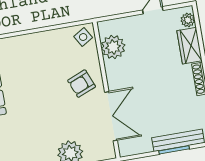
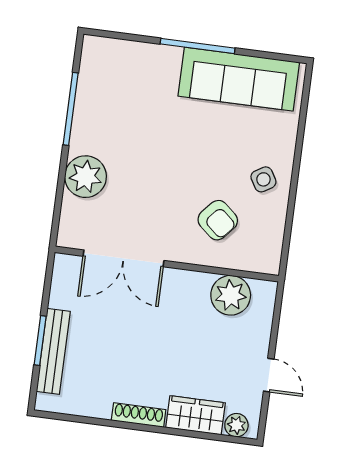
side table: (83, 37) -> (263, 179), moved
armchair: (82, 84) -> (218, 220), moved, turned 153

